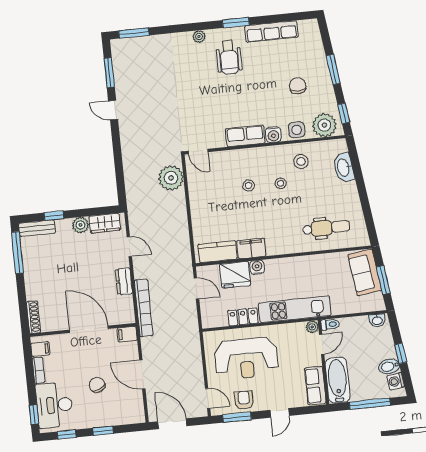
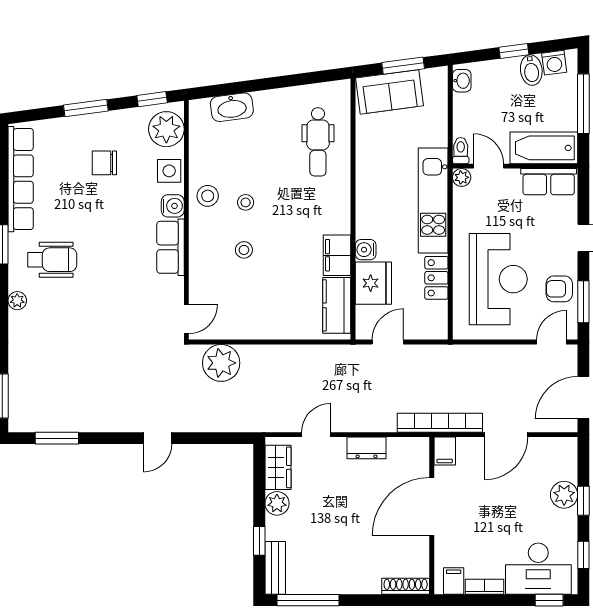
row of seats: (271, 31) -> (21, 179), width x1.36
door: (113, 110) -> (158, 438), moved
stool: (301, 161) -> (208, 196), moved
dental chair: (326, 228) -> (318, 142), turned 180
bookcase: (144, 308) -> (440, 423), moved
chair: (97, 385) -> (515, 503), removed
plant: (106, 417) -> (564, 495), added

